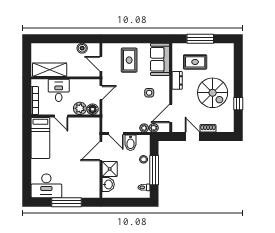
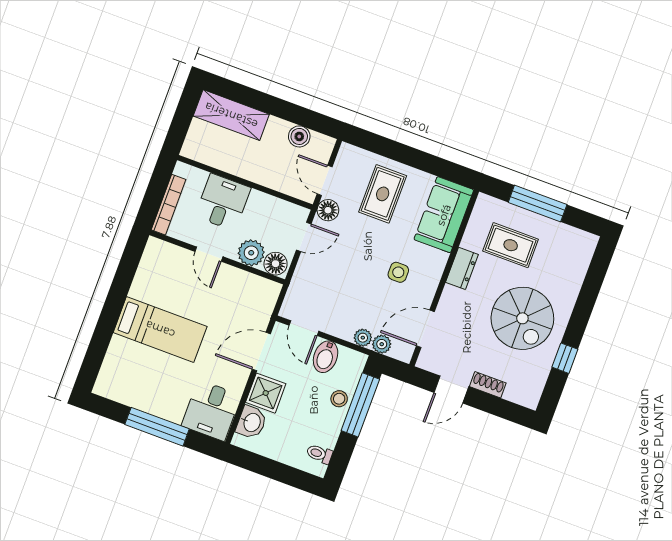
shelving: (50, 70) -> (231, 115), moved
floor lamp: (107, 77) -> (328, 210), added
door: (192, 137) -> (451, 390), swing flipped
bed: (40, 138) -> (160, 329), moved, turned -90
window: (154, 170) -> (360, 405), moved
desk: (46, 186) -> (211, 410), moved, width x0.73

